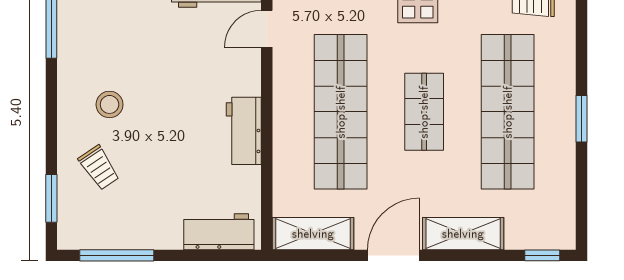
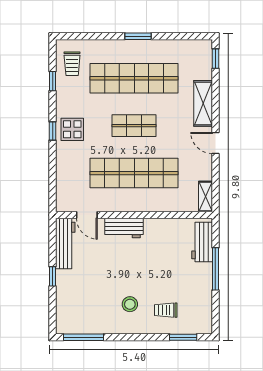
workbench: (244, 131) -> (124, 228), moved
trolley: (99, 168) -> (166, 310), turned -146
shelving: (313, 234) -> (205, 196), width x0.67, depth x0.75
window: (117, 255) -> (215, 269), moved
door: (394, 255) -> (215, 143), width x0.73

